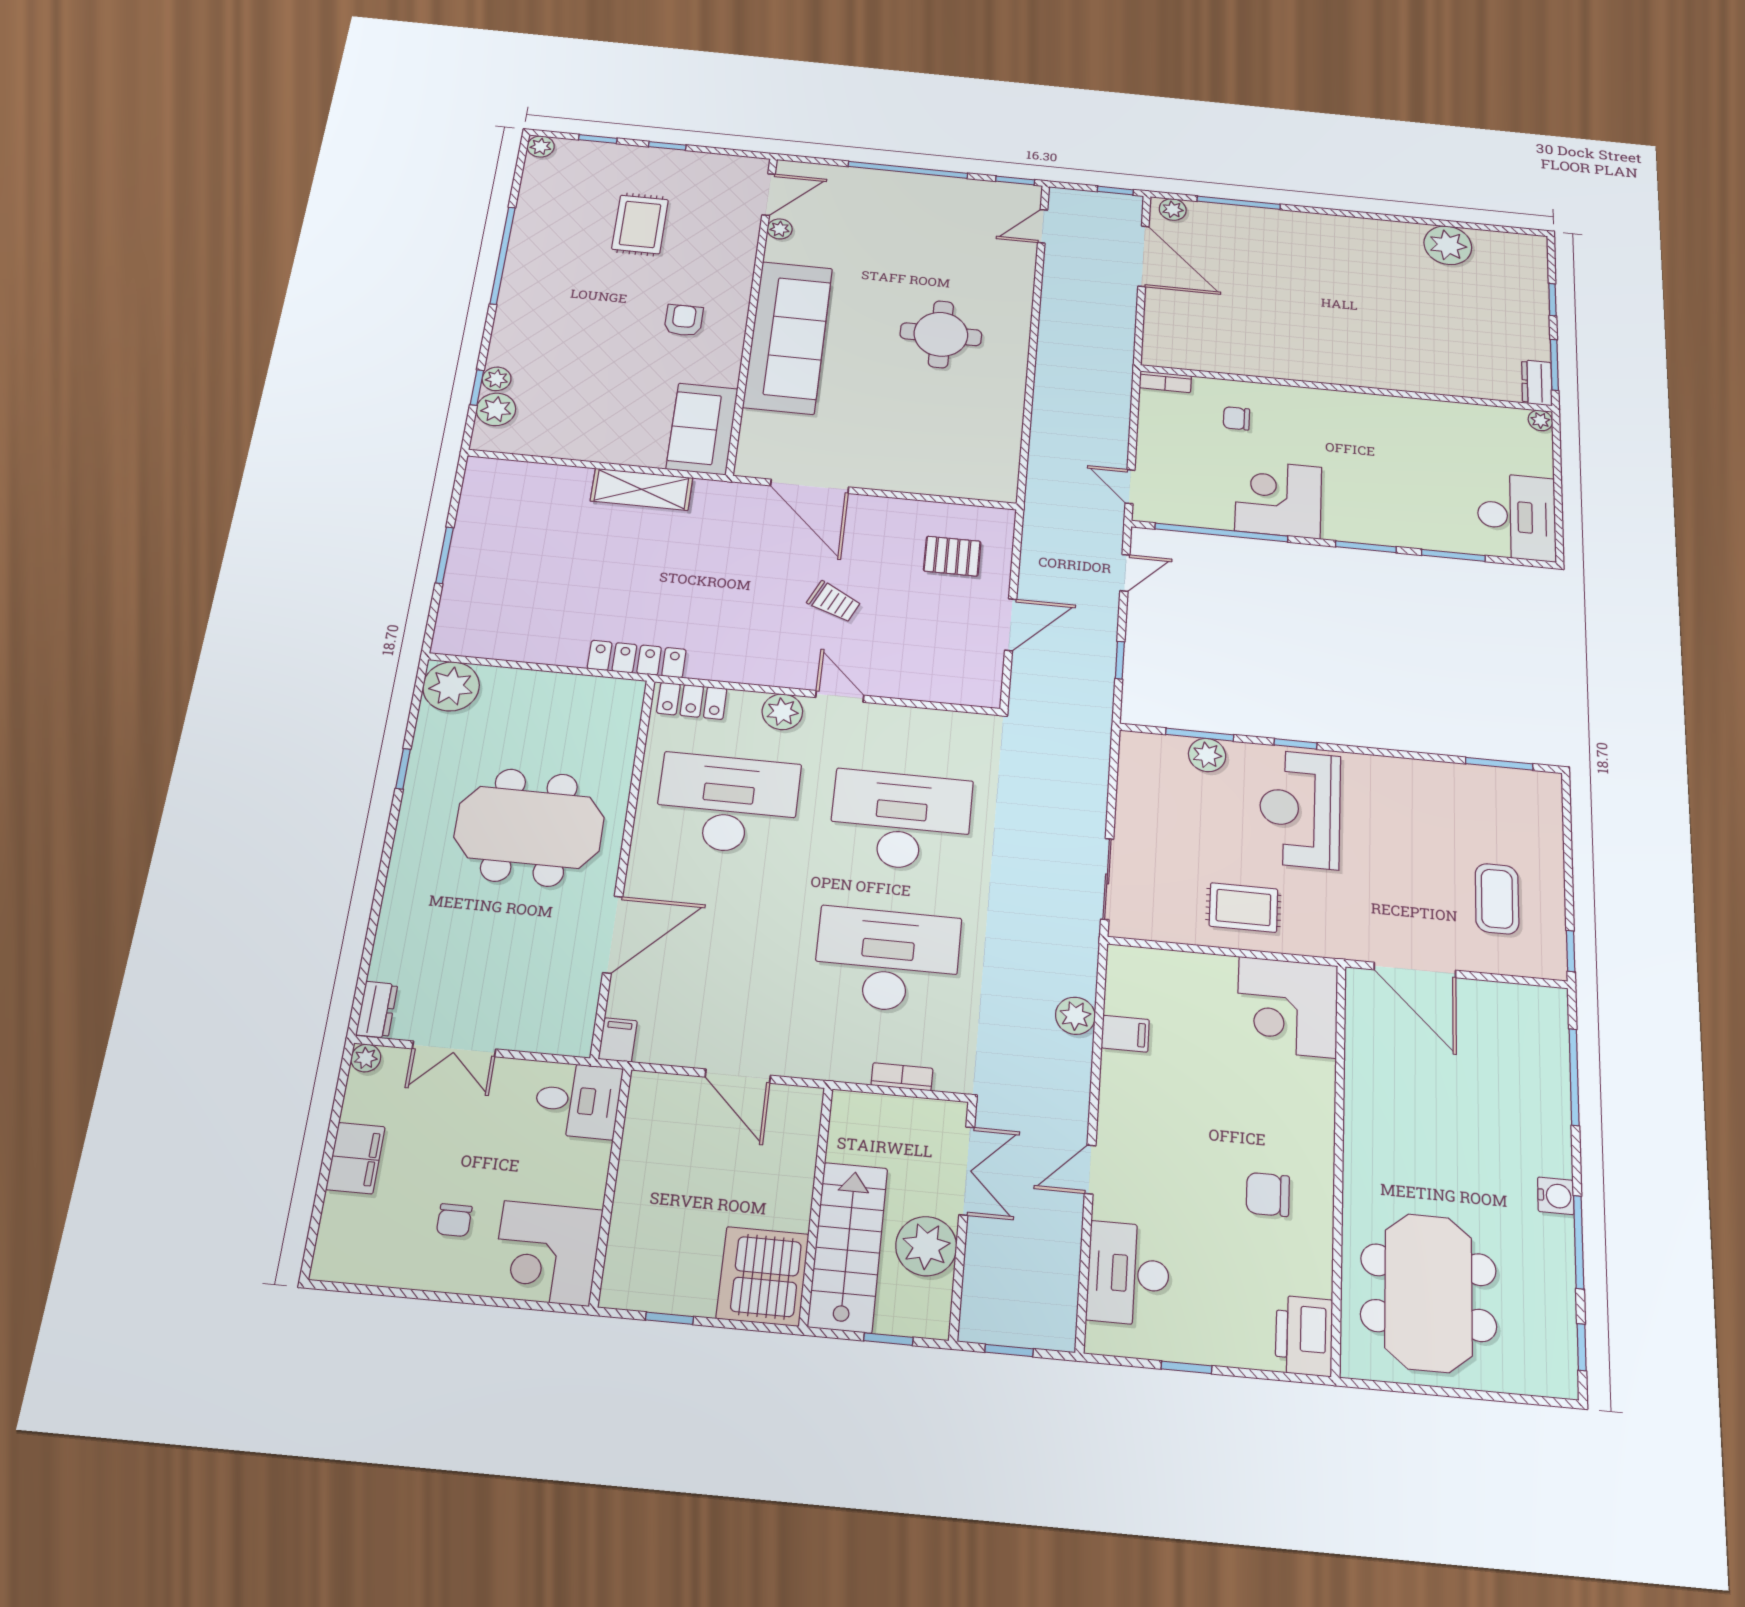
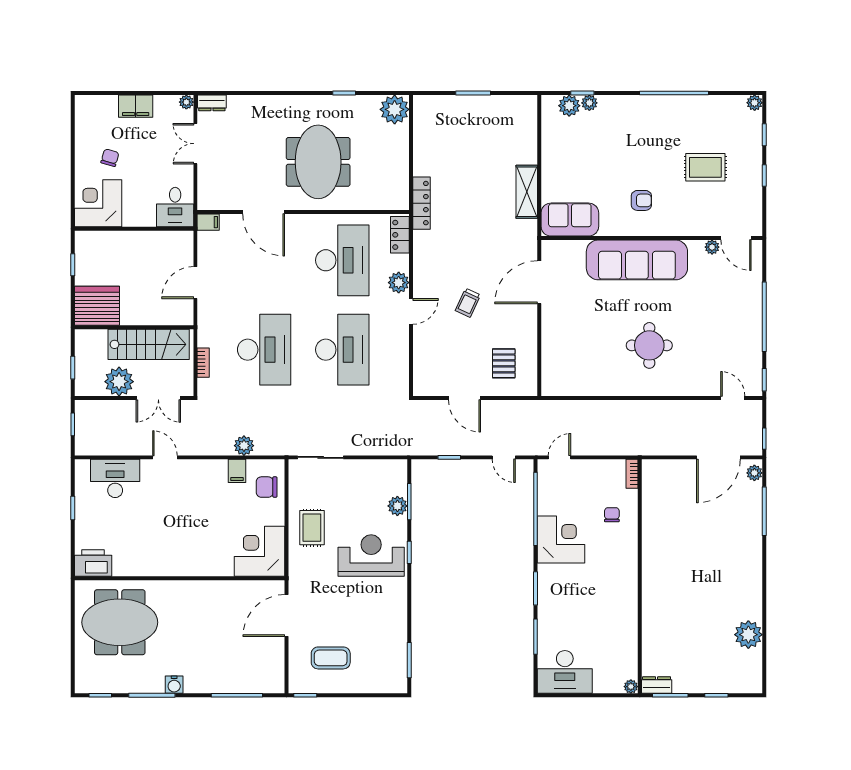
chair: (1268, 1194) -> (267, 487), moved, turned -90
chair: (454, 1220) -> (110, 158), turned 106
stairs: (848, 1247) -> (149, 344), moved

